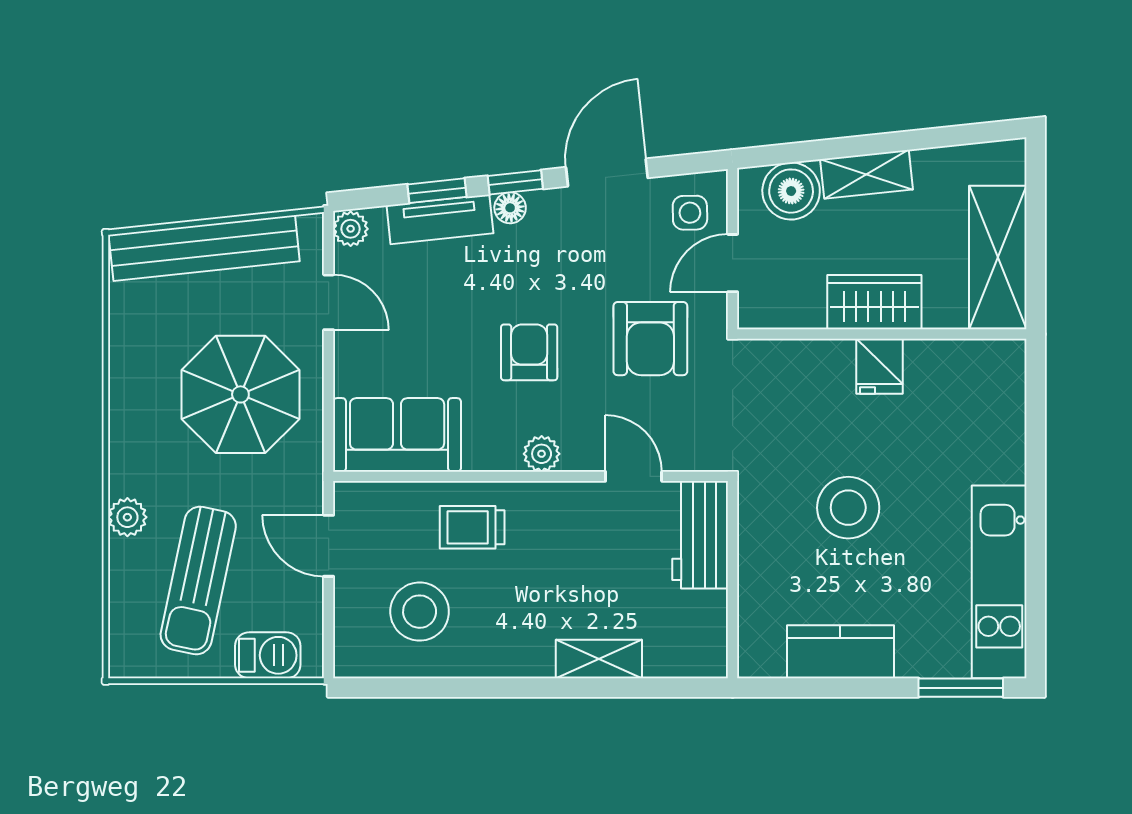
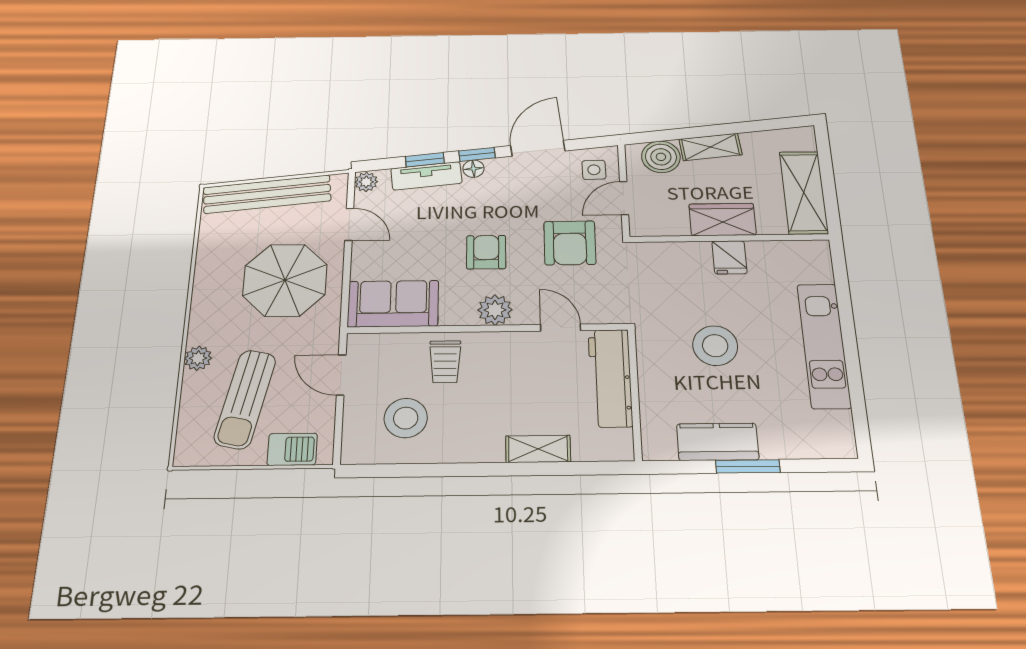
plant: (542, 454) -> (495, 310), width x1.38, depth x1.38
trolley: (472, 527) -> (445, 362), turned -90
workbench: (700, 535) -> (610, 378), width x1.38
kitchen unit: (999, 582) -> (824, 345), moved
window: (961, 688) -> (748, 466), moved

